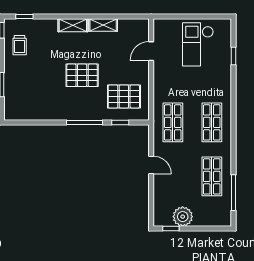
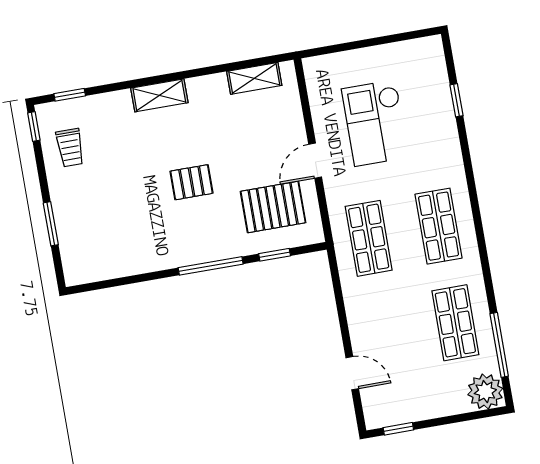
shelving: (103, 25) -> (254, 78), moved
checkout: (198, 44) -> (375, 123), moved
door: (151, 51) -> (315, 161), moved
pallet: (82, 75) -> (192, 182), width x0.67, depth x0.71
door: (151, 165) -> (352, 373), moved
plant: (183, 217) -> (485, 392), moved

